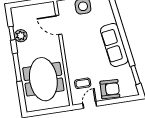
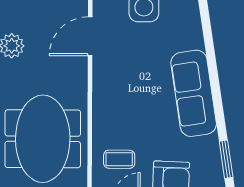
door: (59, 25) -> (90, 36), hinge flipped

